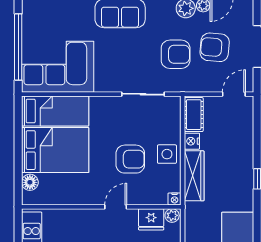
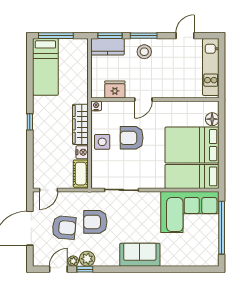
plant: (172, 215) -> (98, 93), removed

